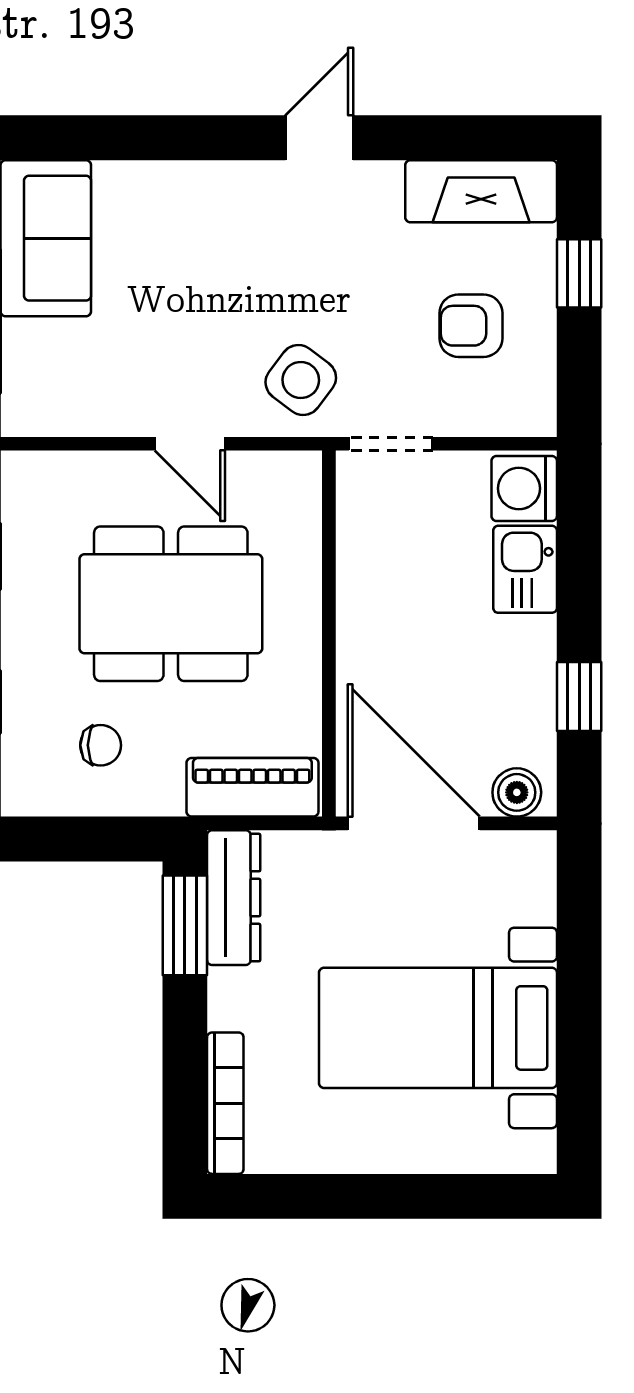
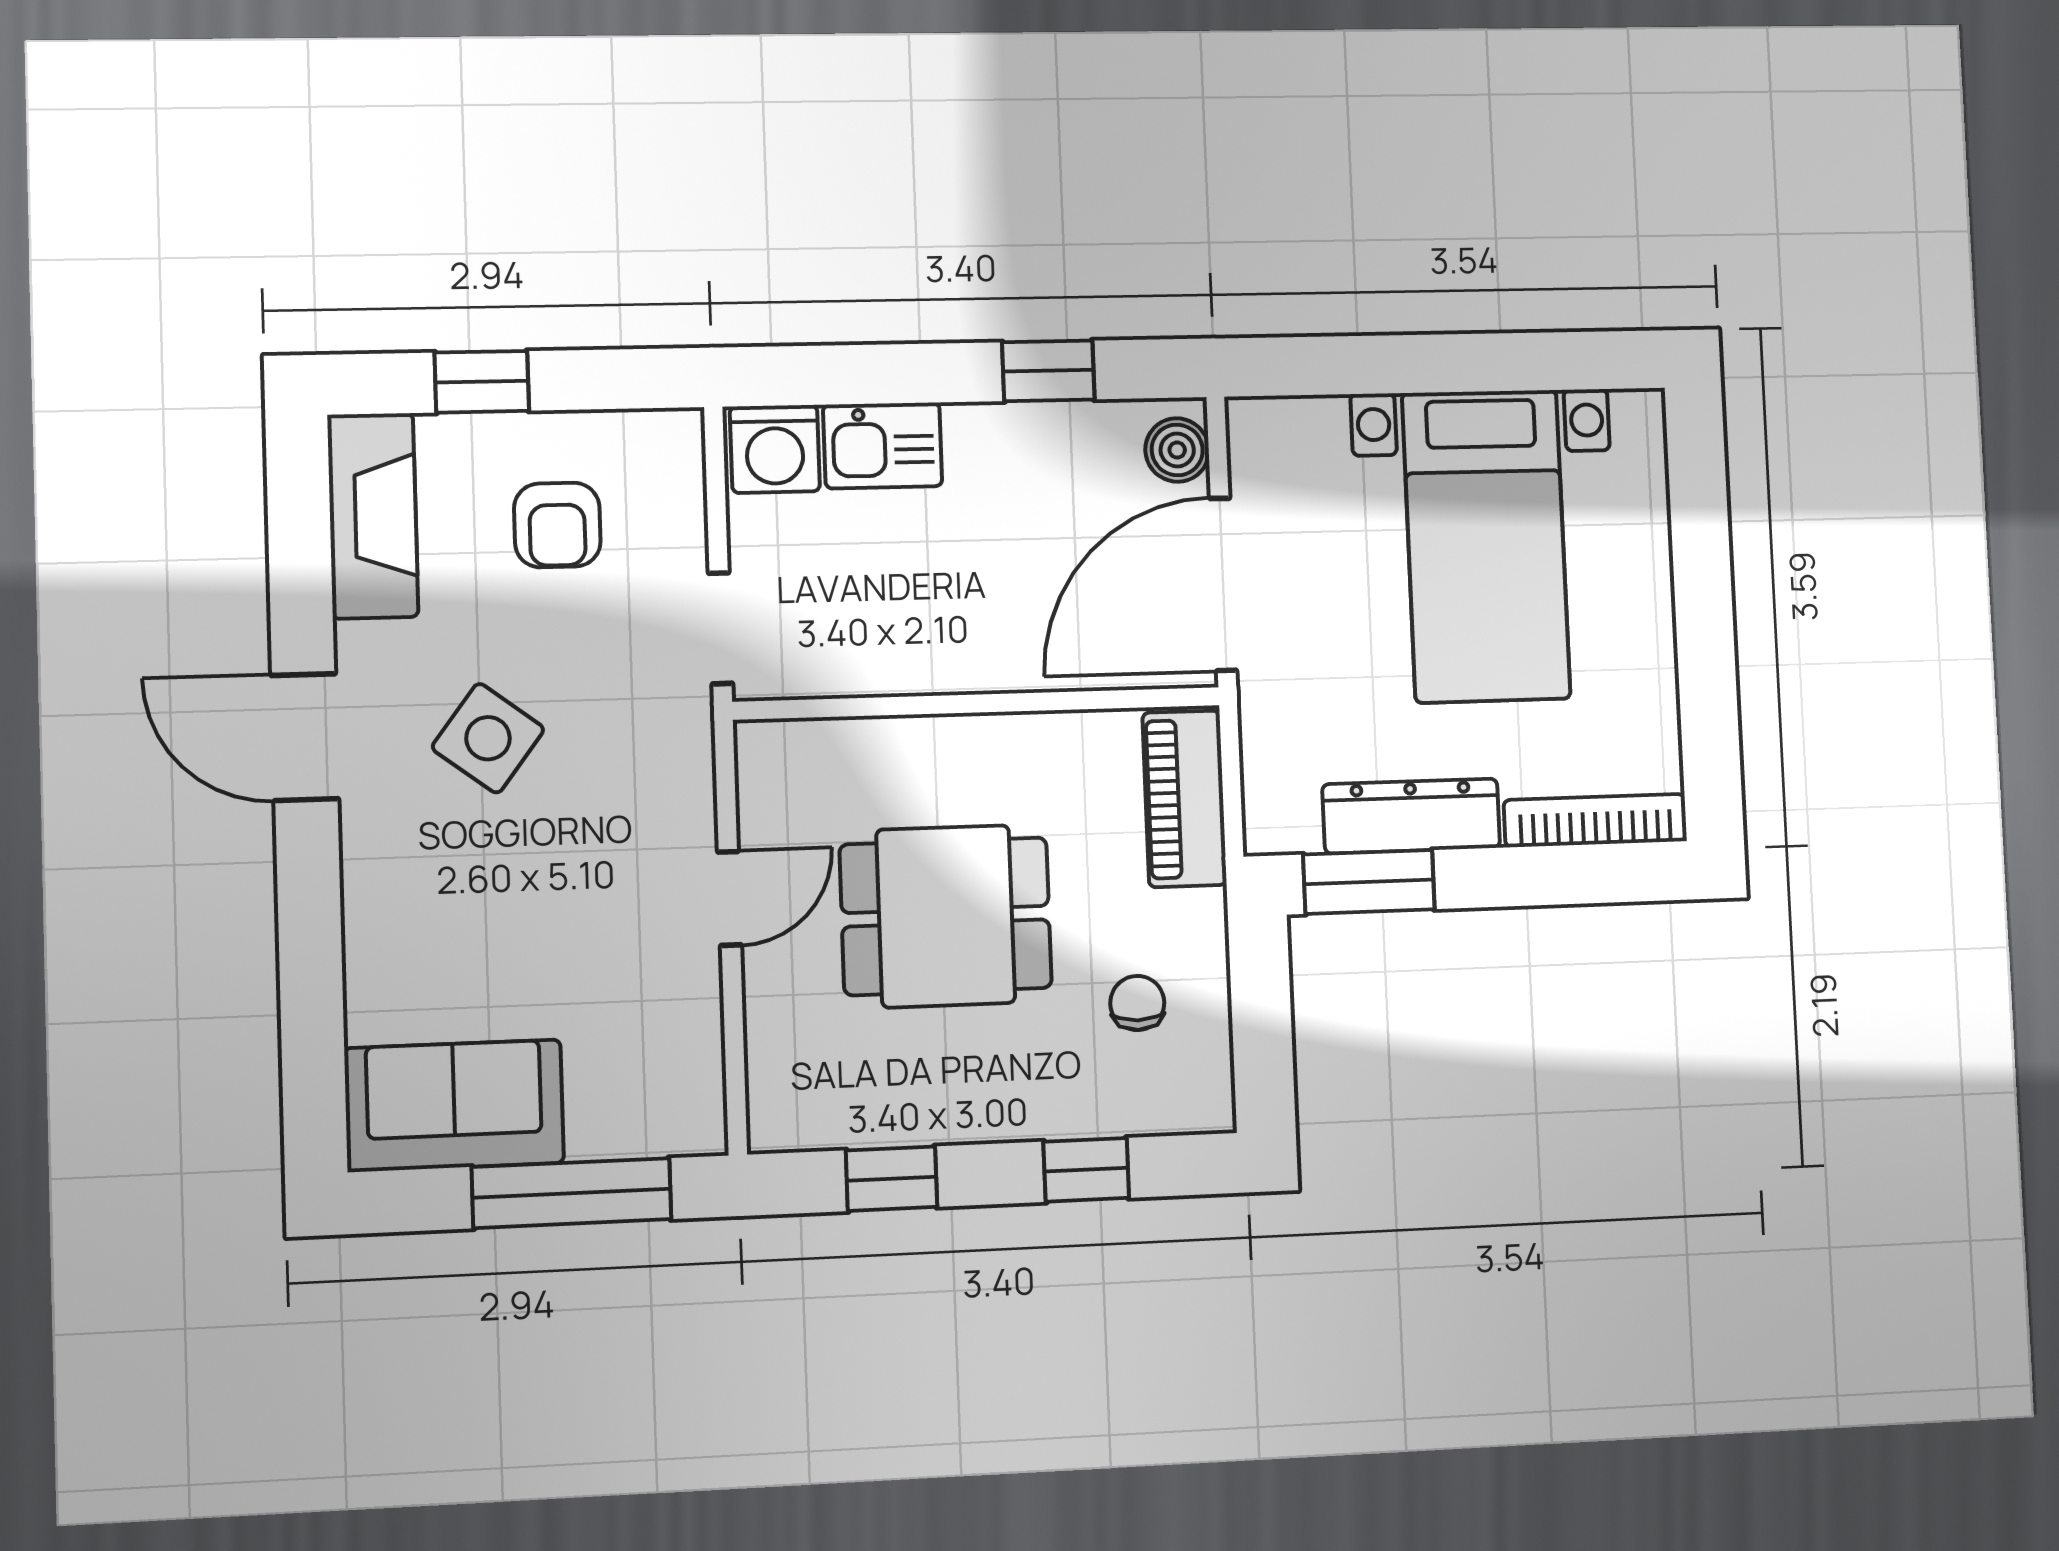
door: (319, 138) -> (305, 737), width x1.38
side table: (301, 380) -> (488, 738), moved
dining table: (171, 604) -> (946, 916), width x0.73
dresser: (234, 898) -> (1411, 816), moved

